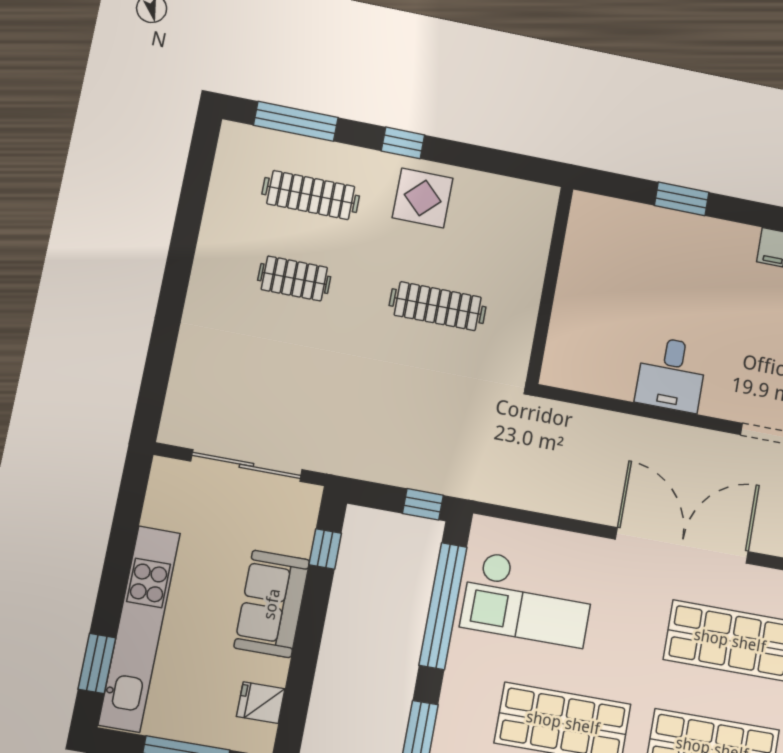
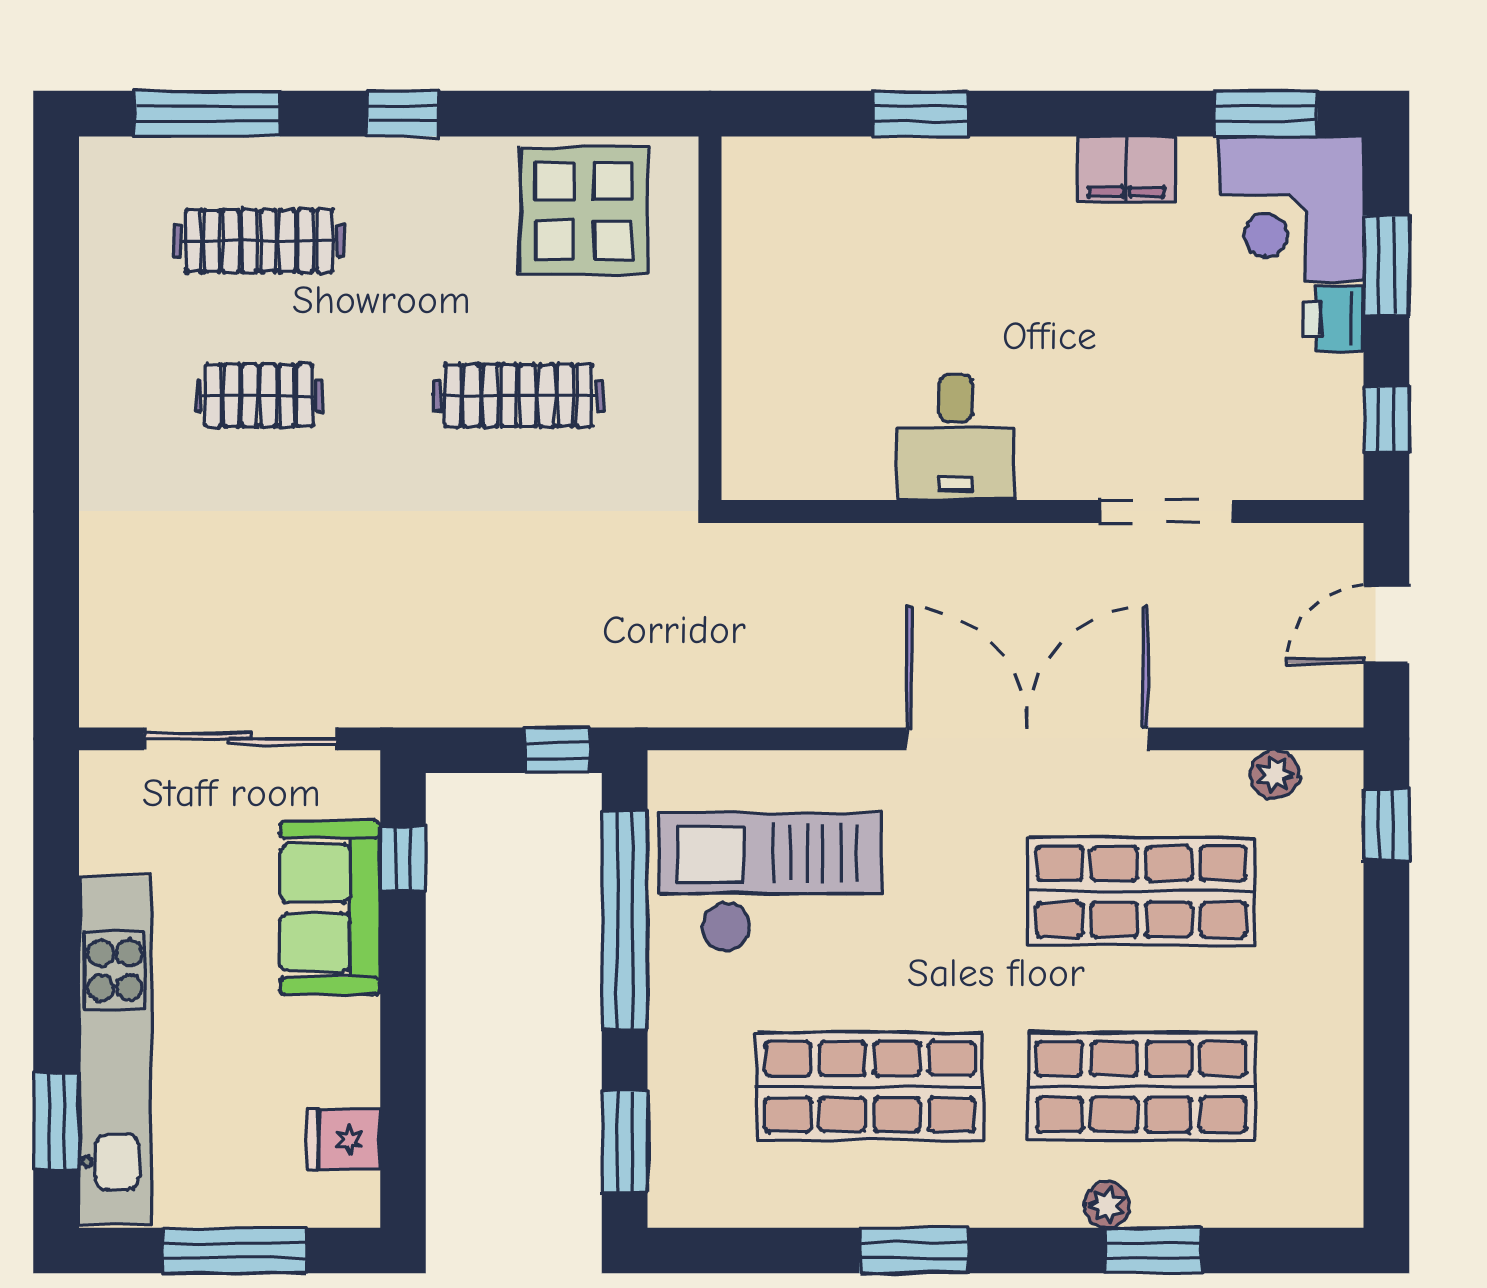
display table: (423, 198) -> (584, 211), moved, width x1.36, depth x1.36
checkout: (528, 599) -> (771, 882), turned 180
sofa: (272, 604) -> (330, 908), moved

